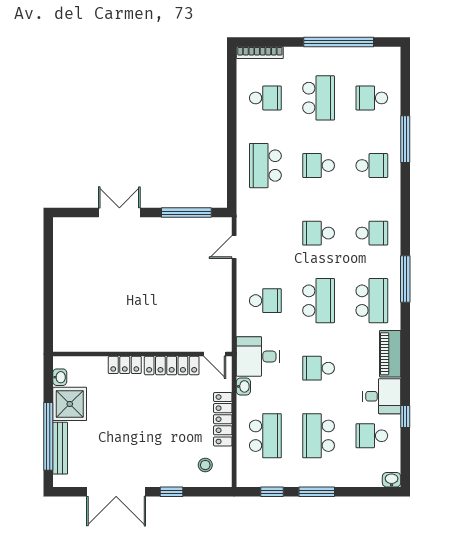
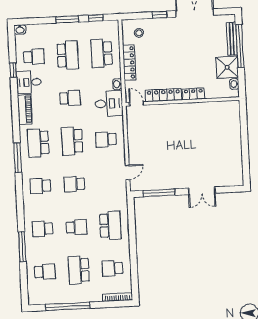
school desk: (319, 233) -> (74, 184), turned 180

